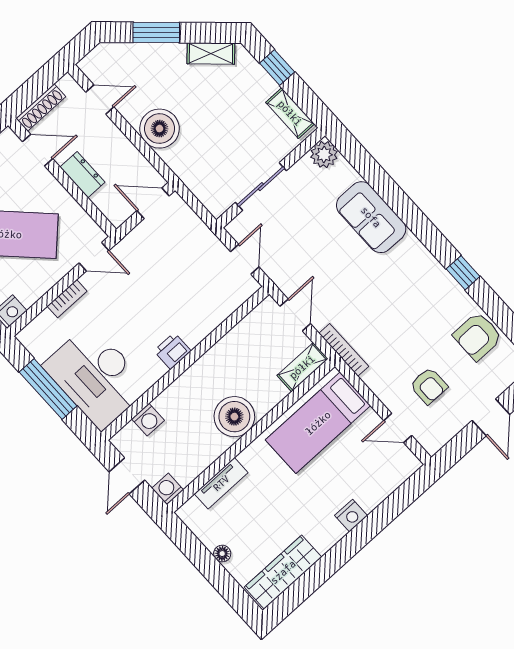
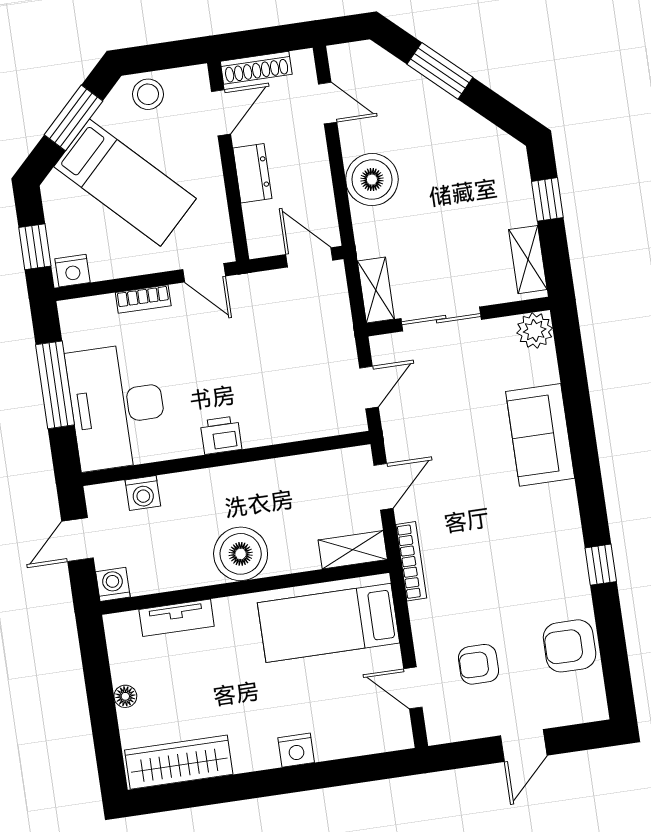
shelving: (211, 54) -> (376, 290), moved, turned 47
door: (38, 150) -> (221, 113), hinge flipped
armchair: (429, 386) -> (478, 664), turned 90

